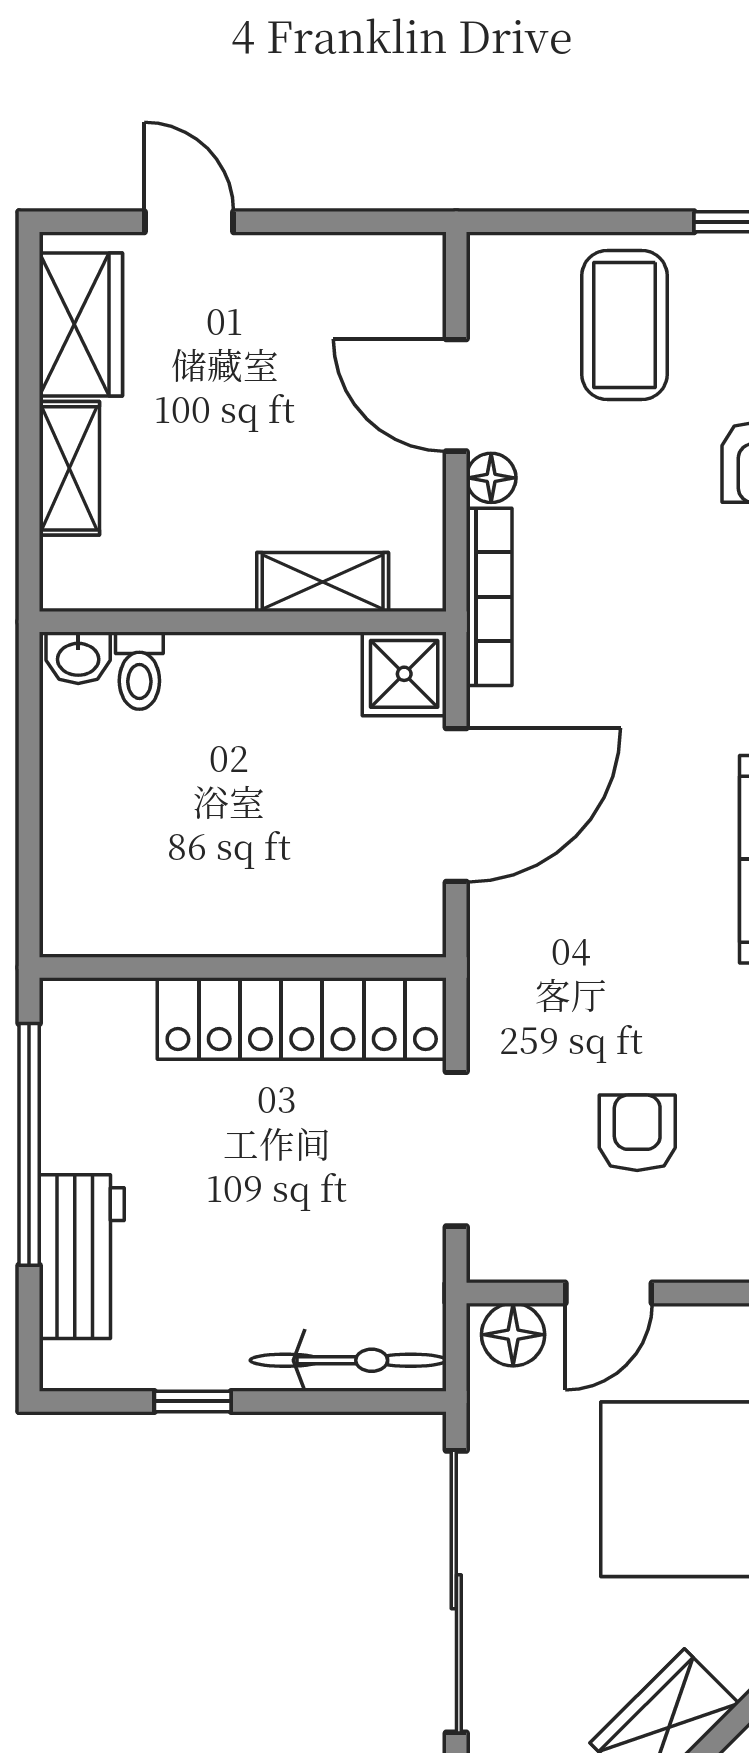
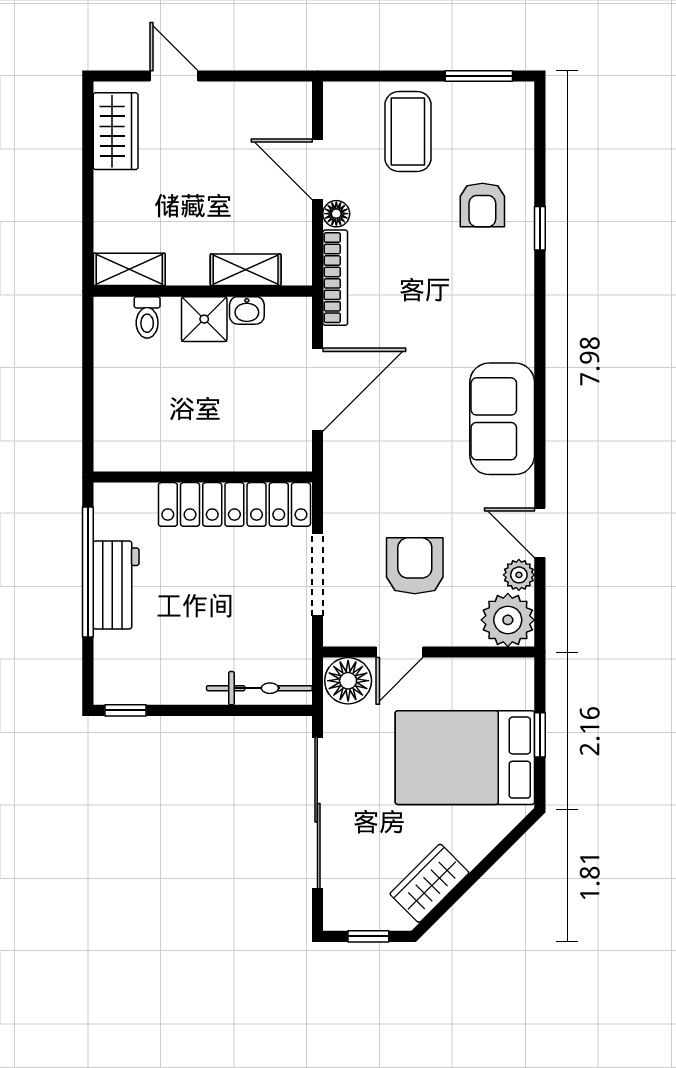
shelving: (69, 468) -> (129, 269), moved, turned 90
washbasin: (78, 658) -> (247, 310), moved
shower: (404, 674) -> (204, 319), moved
armchair: (637, 1133) -> (415, 566), width x1.38, depth x1.38
workbench: (82, 1257) -> (116, 585), moved
floor lamp: (513, 1335) -> (348, 681), width x1.38, depth x1.38
window: (193, 1401) -> (125, 710), moved

